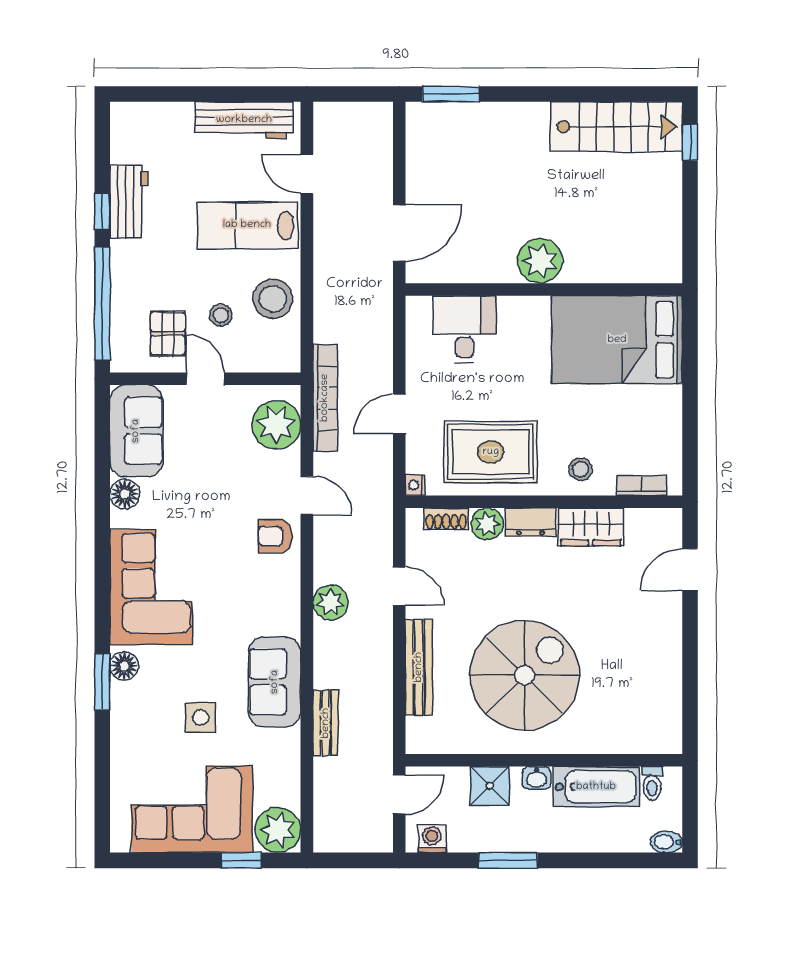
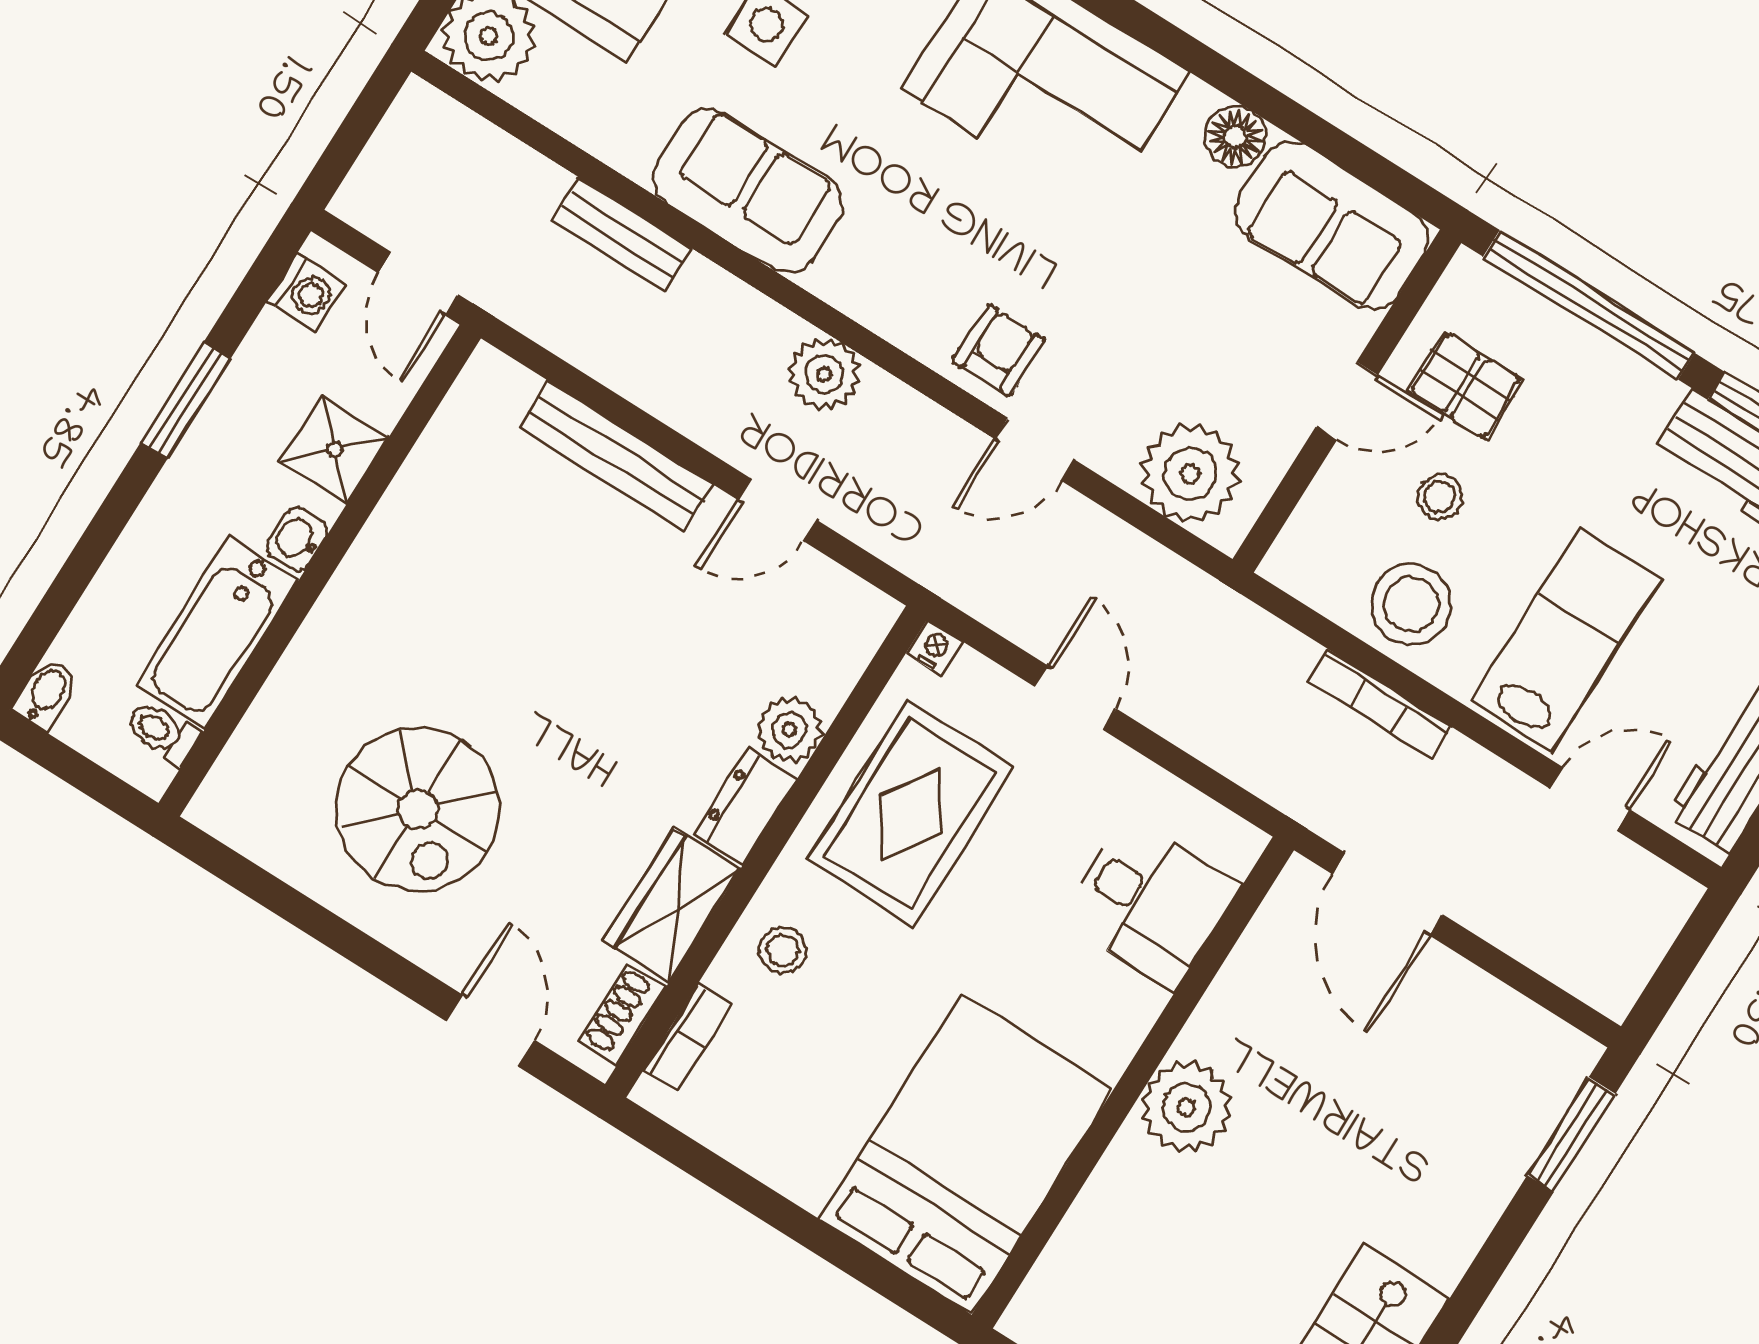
bookcase: (325, 398) -> (1380, 704), moved, width x0.68, depth x0.76
shoe rack: (446, 519) -> (623, 1014), moved
spiral stairs: (525, 675) -> (418, 809), moved, width x0.73, depth x0.73

